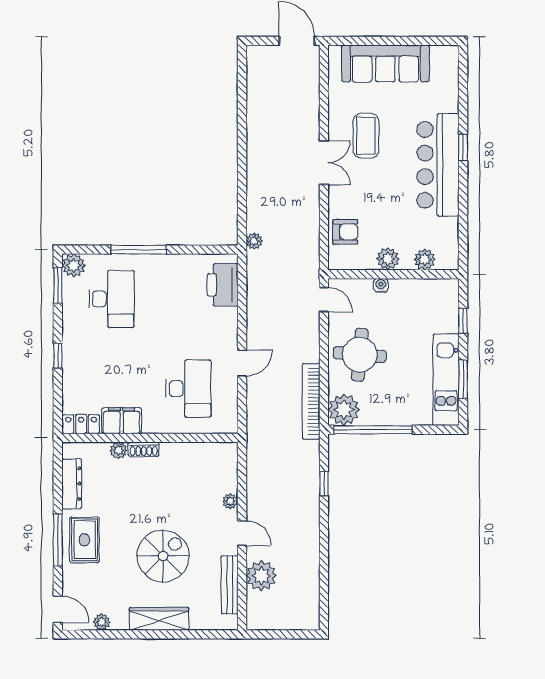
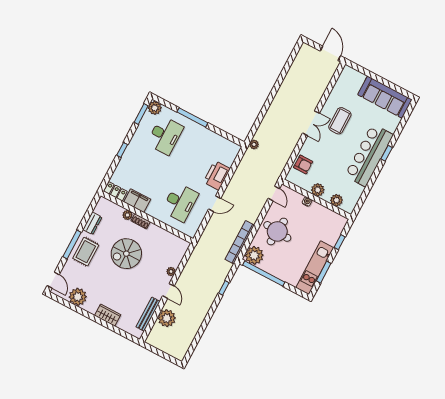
sofa: (385, 64) -> (385, 97), moved
printer: (223, 285) -> (217, 175), moved
dresser: (72, 484) -> (92, 223), width x0.70
spiral stairs: (163, 556) -> (126, 254), moved, turned 180
wardrobe: (159, 619) -> (108, 315), width x0.67
plant: (102, 622) -> (78, 297), width x1.87, depth x1.87

